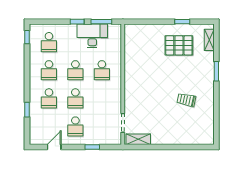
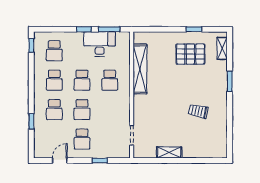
shelving: (131, 60) -> (140, 69), added
shelving: (138, 139) -> (169, 152), moved

